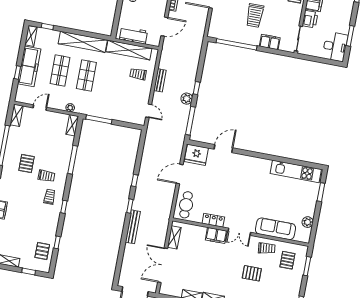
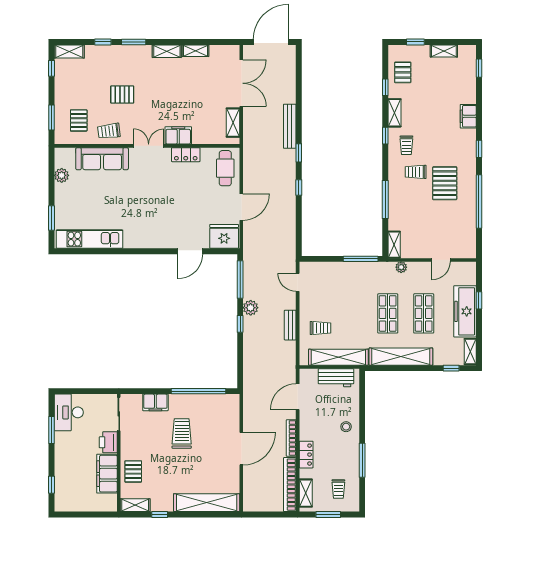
shelving: (16, 115) -> (394, 113), moved
pallet: (27, 164) -> (445, 183), width x1.50, depth x1.42

